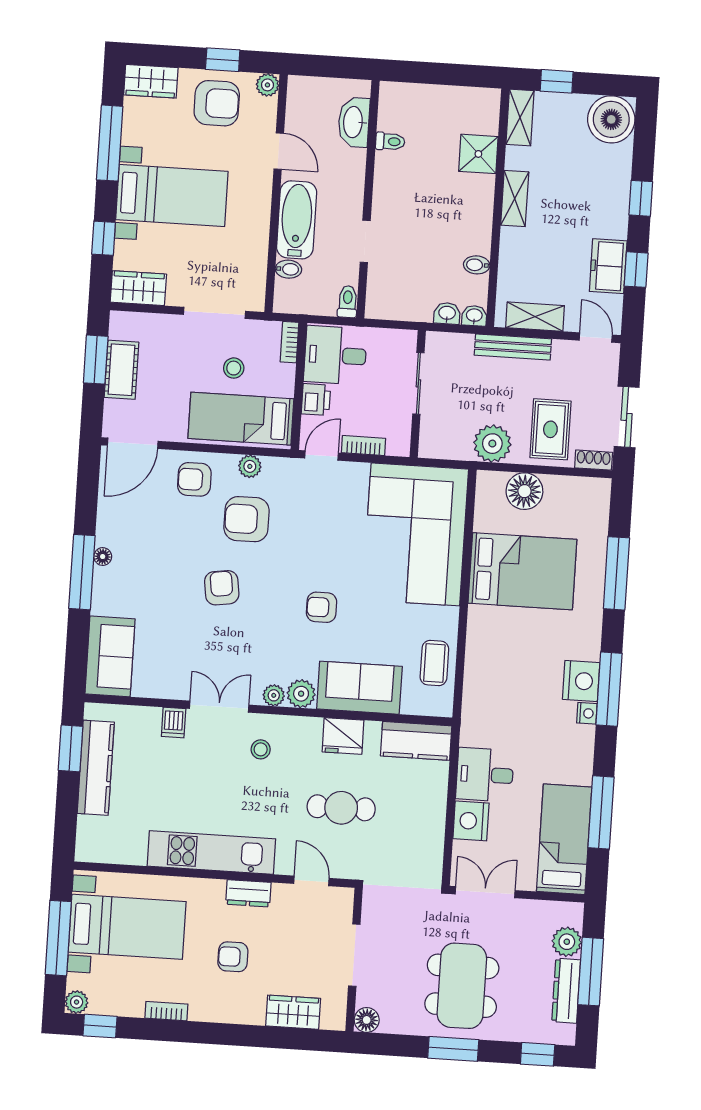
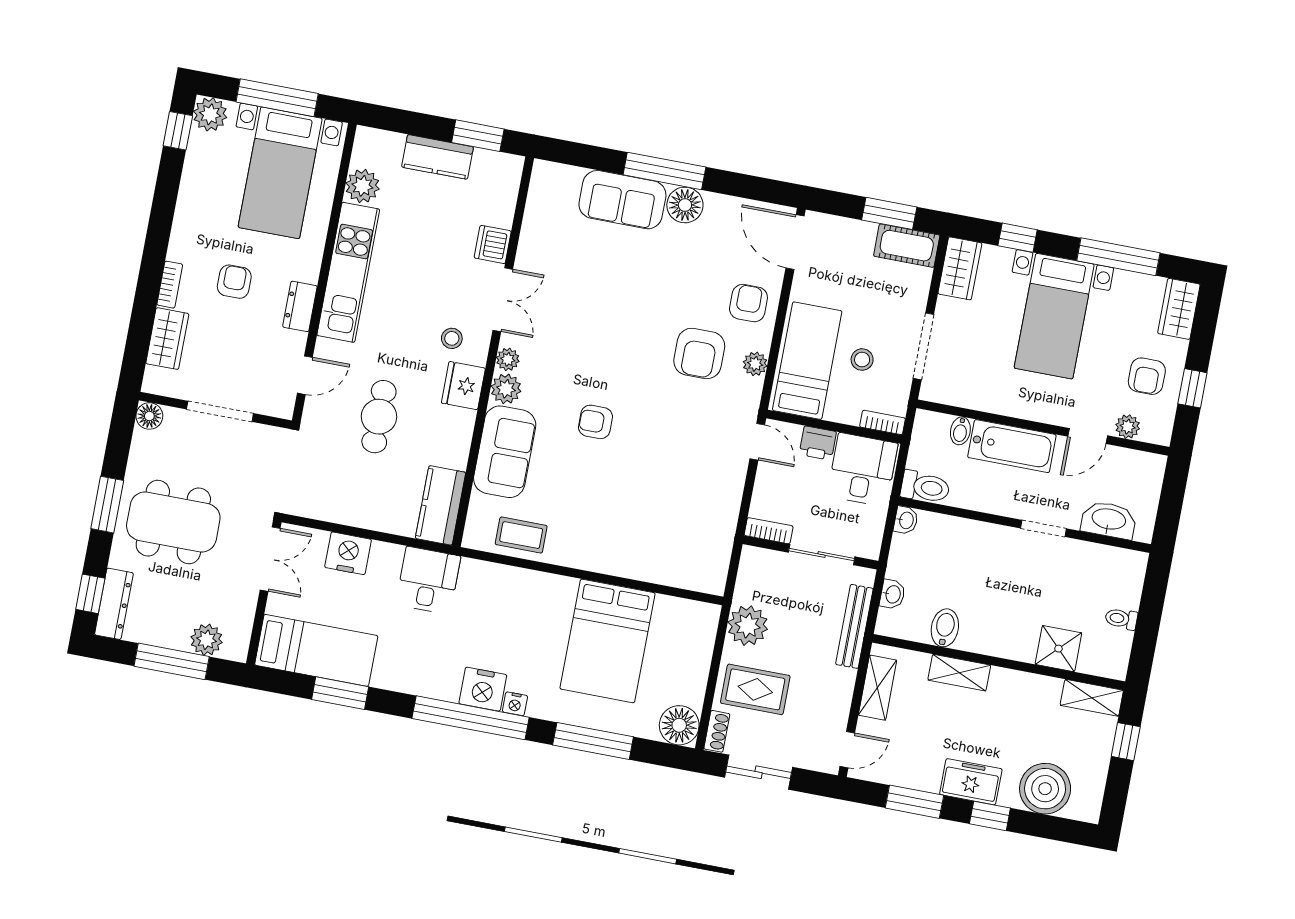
plant: (267, 85) -> (1128, 427), moved
armchair: (217, 103) -> (1147, 376), width x0.72, depth x0.72
boiler: (611, 119) -> (1045, 789), moved
toilet: (390, 141) -> (1121, 619), moved, turned 90
shelving: (515, 198) -> (959, 673), moved
doorway: (365, 241) -> (1043, 528), moved
bidet: (477, 265) -> (945, 628), width x1.38, depth x1.36
freezer: (608, 266) -> (971, 782), moved
window: (636, 270) -> (914, 802), width x1.50
toilet: (348, 302) -> (925, 487), width x1.37, depth x1.39
washbasin: (474, 316) -> (906, 520), moved
bench: (513, 347) -> (854, 626), moved
cot: (121, 370) -> (907, 246), moved
bookcase: (363, 445) -> (769, 531), moved, turned -90
floor lamp: (524, 491) -> (679, 725), moved
armchair: (247, 519) -> (699, 353), turned 180
corner sofa: (415, 534) -> (661, 532), removed
floor lamp: (103, 557) -> (685, 205), width x1.89, depth x1.89
armchair: (222, 588) -> (629, 318), removed
armchair: (321, 607) -> (595, 422), turned -90
sofa: (110, 656) -> (622, 200), moved
window: (609, 689) -> (471, 718), width x1.46
nightstand: (587, 713) -> (515, 704), moved
dishwasher: (174, 723) -> (493, 244), width x1.38
fridge: (343, 736) -> (463, 386), moved
kitchen counter: (96, 768) -> (437, 157), width x0.67
desk: (485, 775) -> (428, 580), moved
window: (601, 812) -> (340, 693), width x0.69
plant: (130, 849) -> (362, 186), added
dresser: (566, 991) -> (114, 604), moved, turned 90
plant: (77, 1002) -> (210, 114), width x1.38, depth x1.38
bookcase: (166, 1011) -> (170, 285), moved

